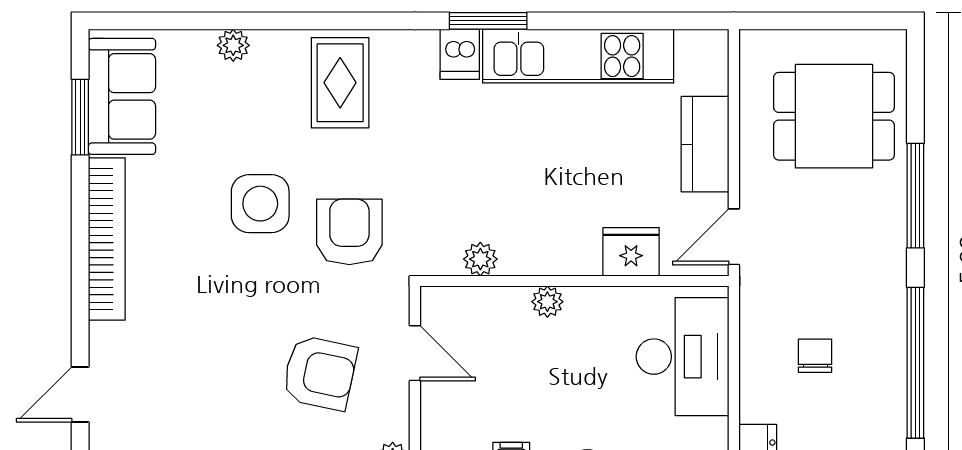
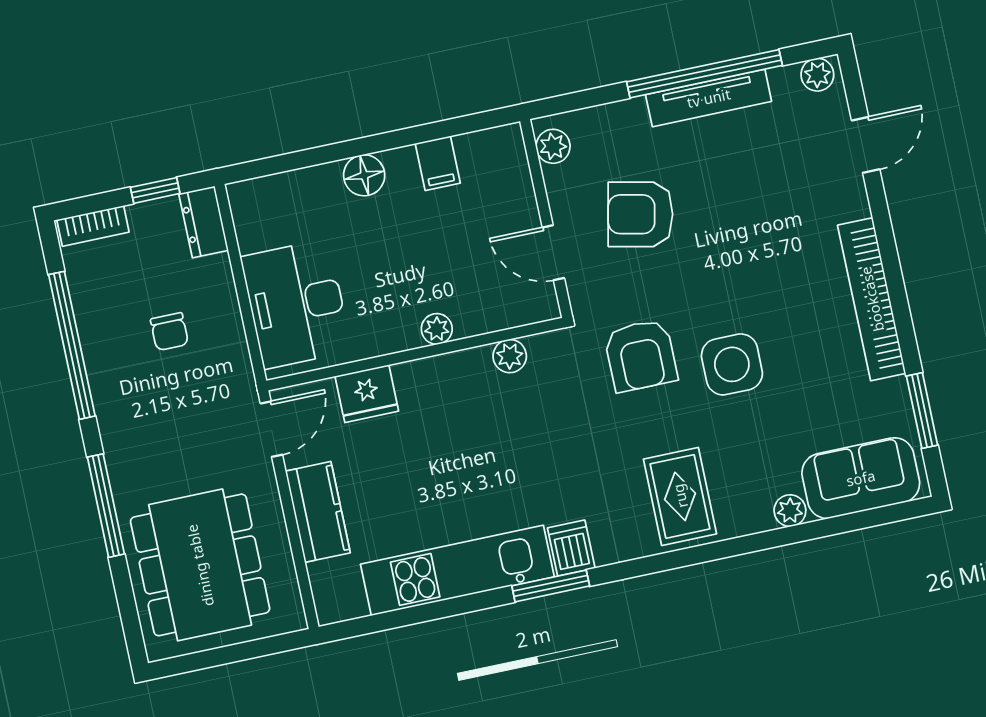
sofa: (122, 96) -> (861, 478), moved, turned 90
dining table: (834, 116) -> (200, 565), width x1.38

